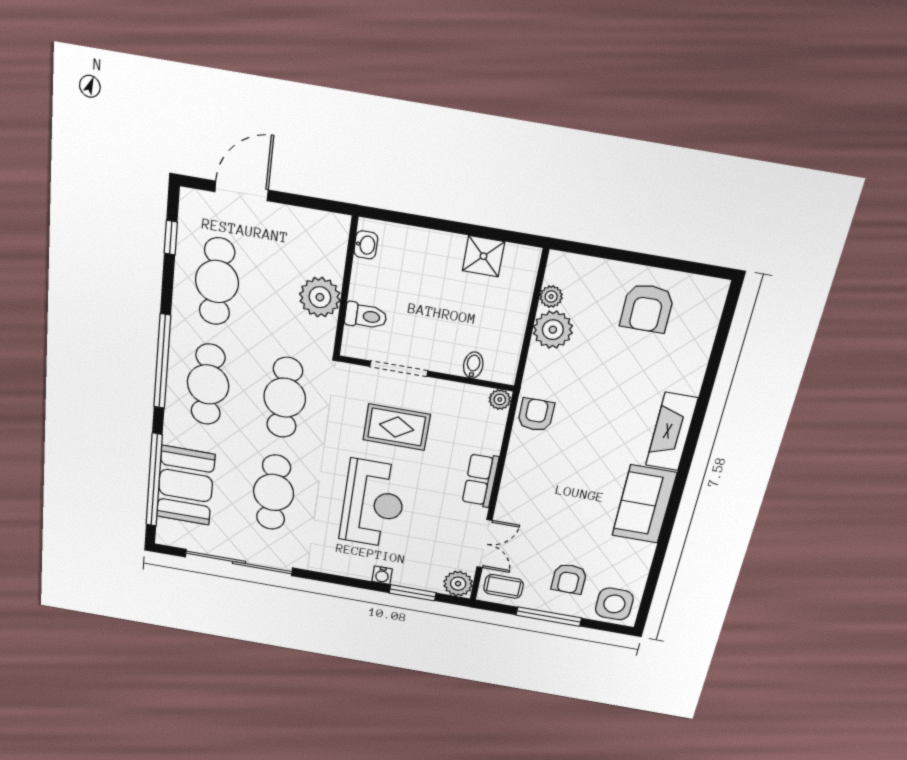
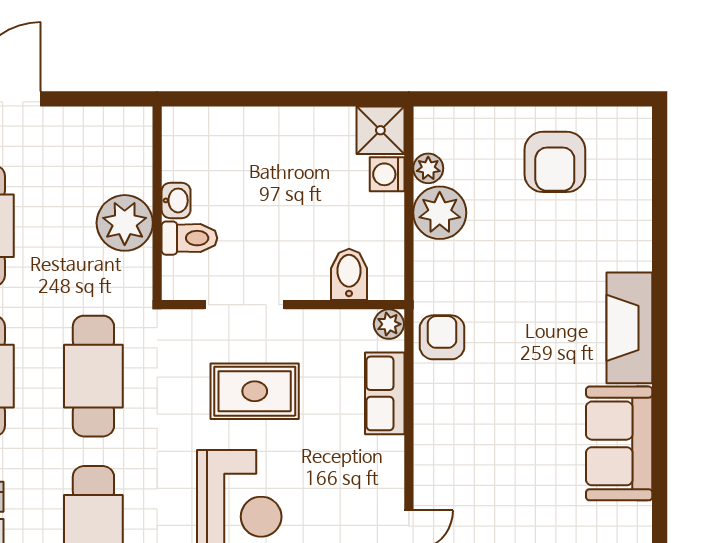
washbasin: (366, 245) -> (176, 200), moved
shower: (484, 256) -> (380, 130), moved
washing machine: (520, 296) -> (387, 174), added
bidet: (473, 365) -> (349, 274), width x1.38, depth x1.36
row of seats: (480, 480) -> (385, 393), moved

